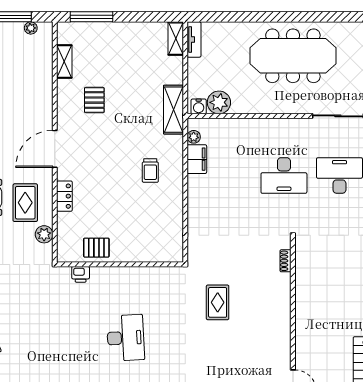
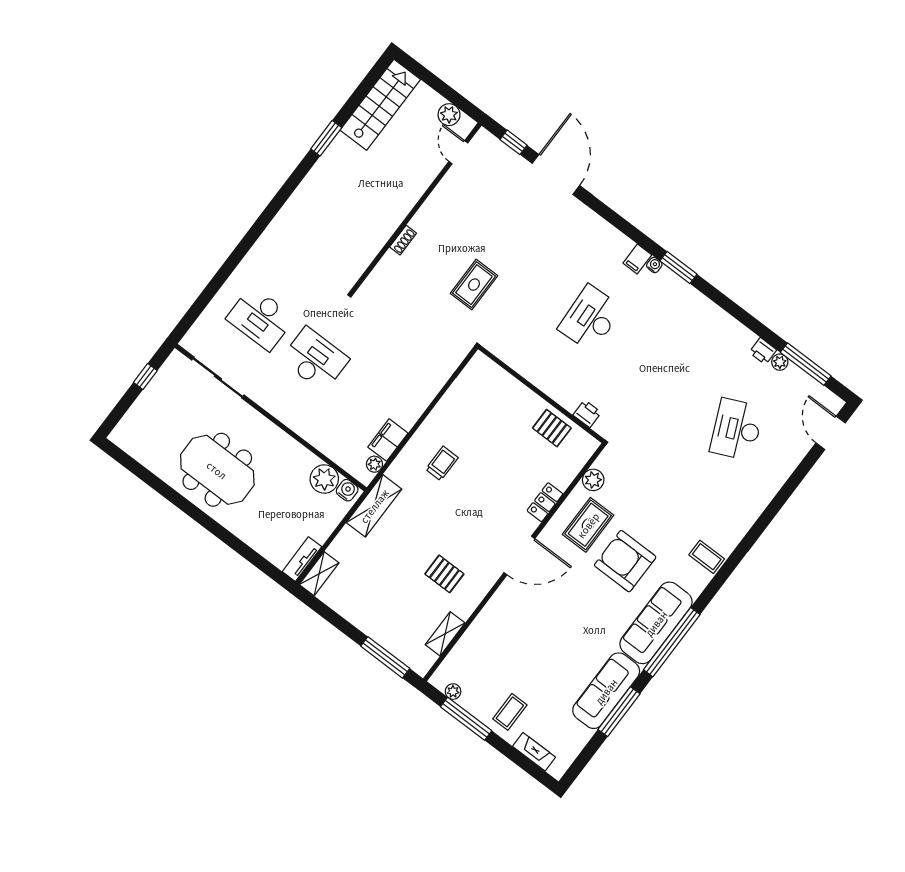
meeting table: (293, 56) -> (217, 470), width x0.73
pallet: (94, 100) -> (444, 574), turned 90
shoe rack: (286, 261) -> (403, 240), moved

